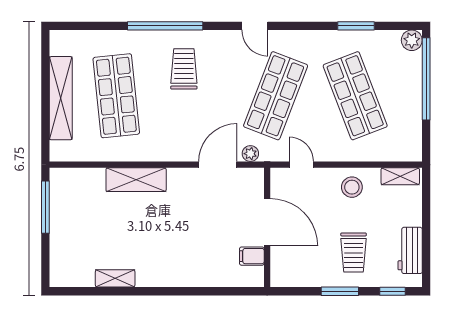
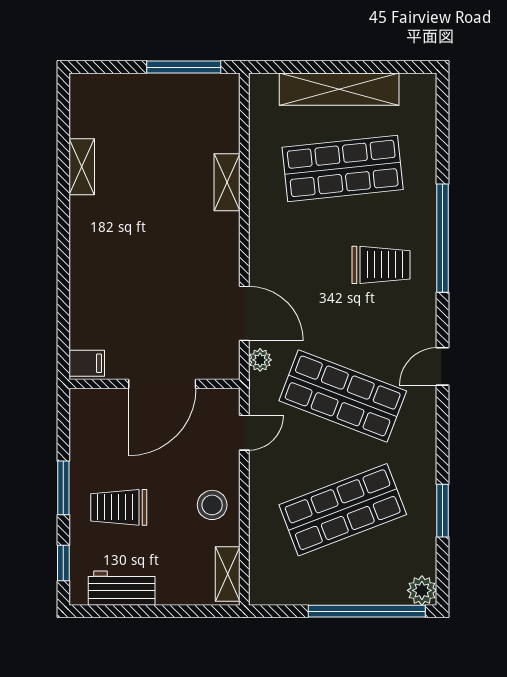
shelving: (136, 180) -> (227, 182), width x0.67, depth x0.75
filing cabinet: (252, 256) -> (87, 363), moved, turned 90

